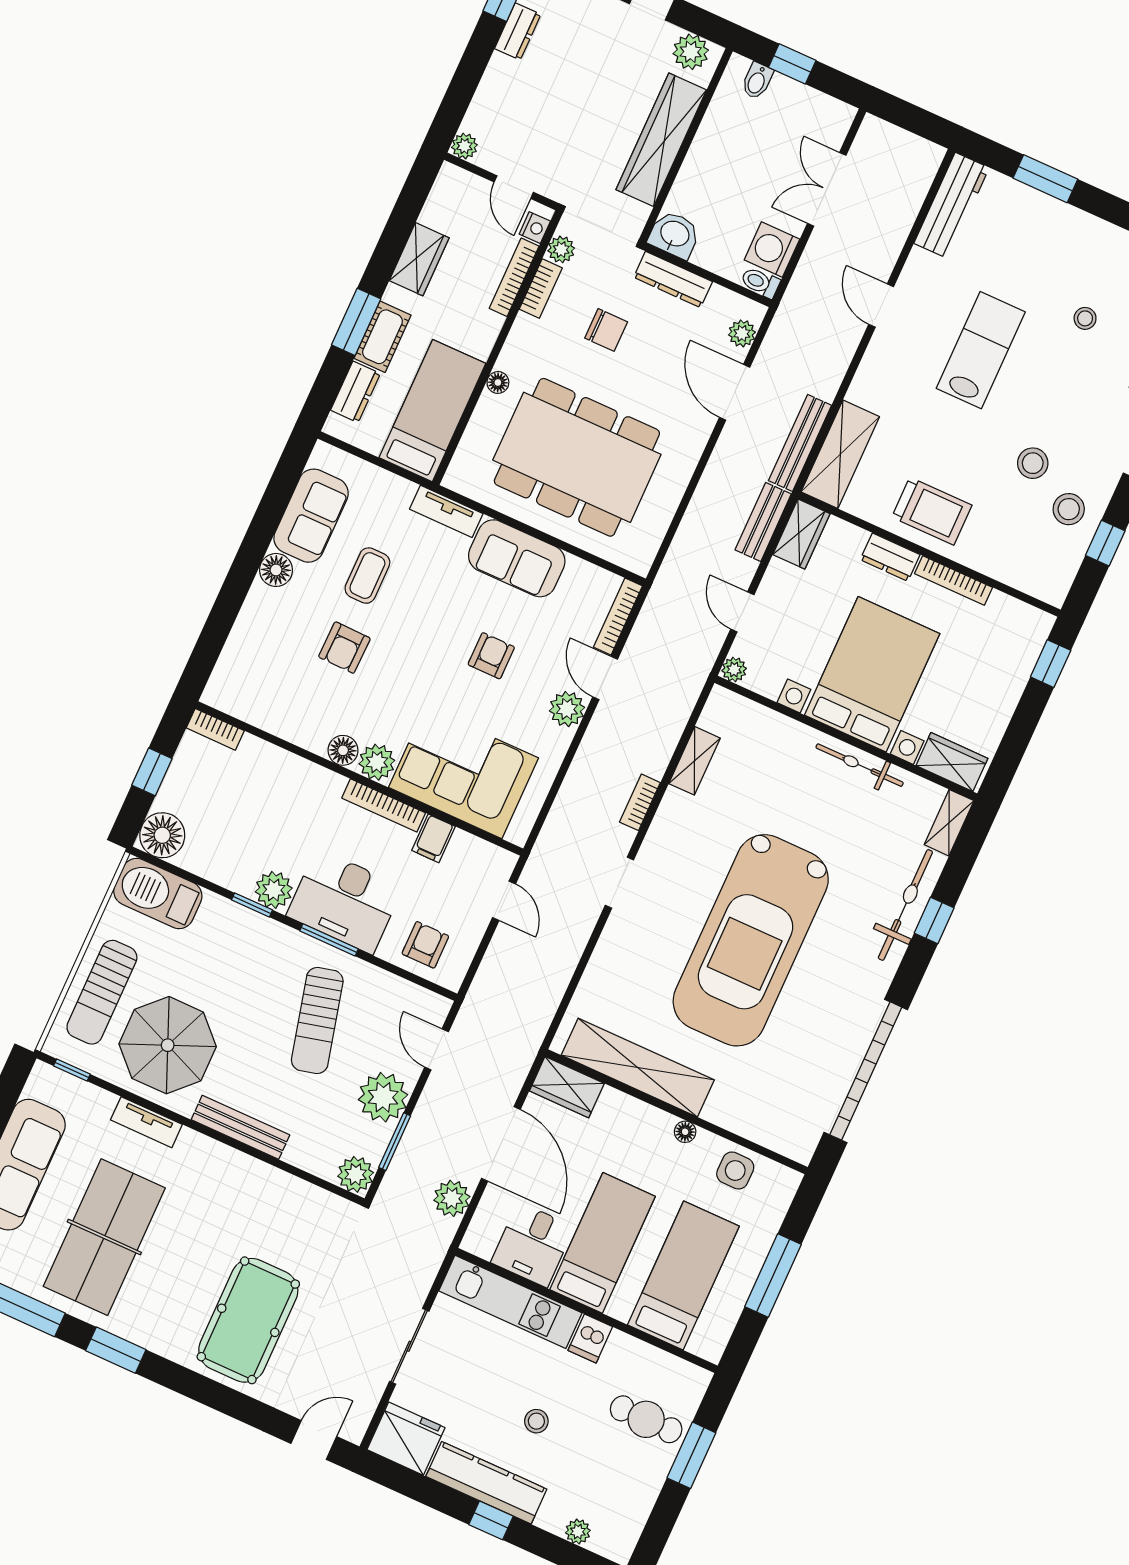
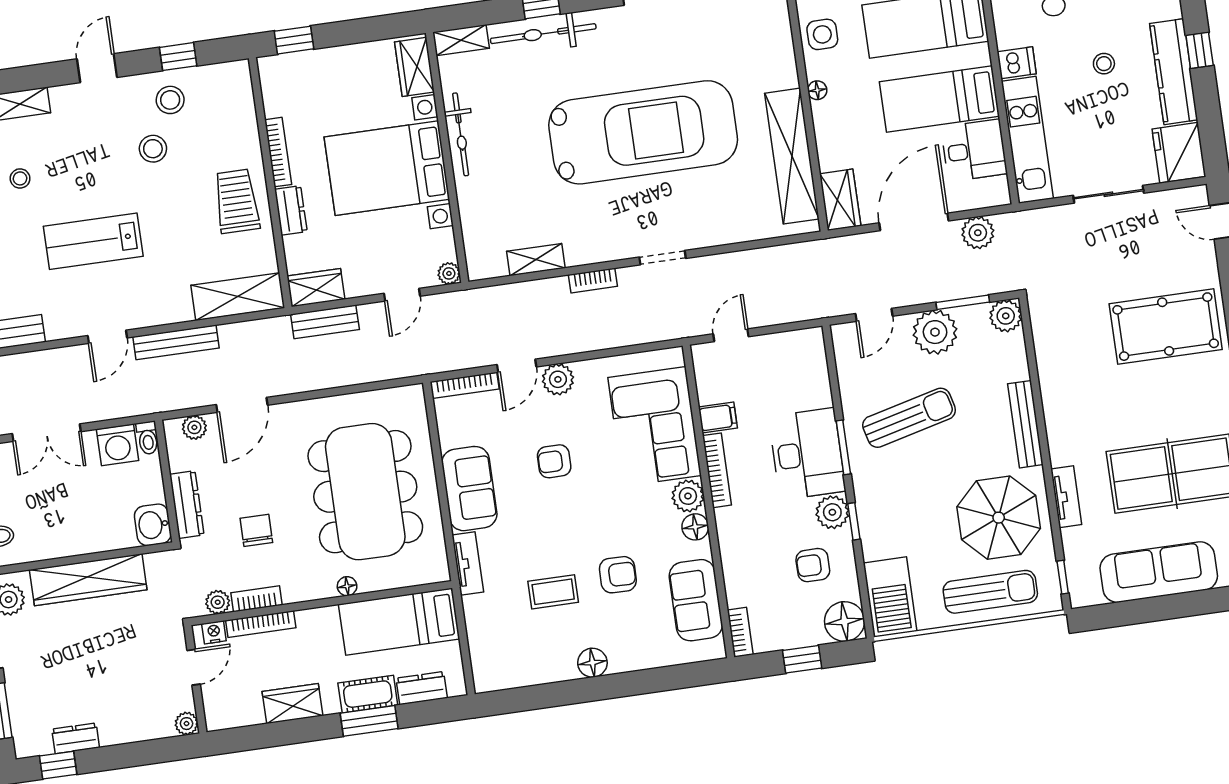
bench: (800, 443) -> (176, 342), moved
sofa: (311, 516) -> (696, 600), moved, turned -90
armchair: (425, 945) -> (813, 565), moved

